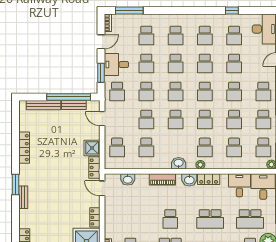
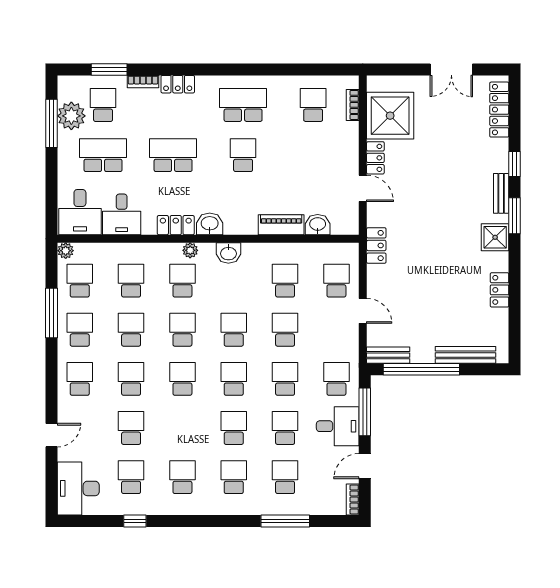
window: (129, 10) -> (285, 521), moved
school desk: (205, 63) -> (182, 428), removed
window: (101, 73) -> (365, 412), width x1.44
bench: (74, 105) -> (388, 355), moved
door: (102, 119) -> (363, 311), moved
locker: (24, 148) -> (500, 290), width x0.66
shower: (92, 148) -> (495, 237), moved
piano: (162, 179) -> (281, 225), moved
door: (102, 188) -> (363, 188), moved
window: (16, 214) -> (515, 164), added

